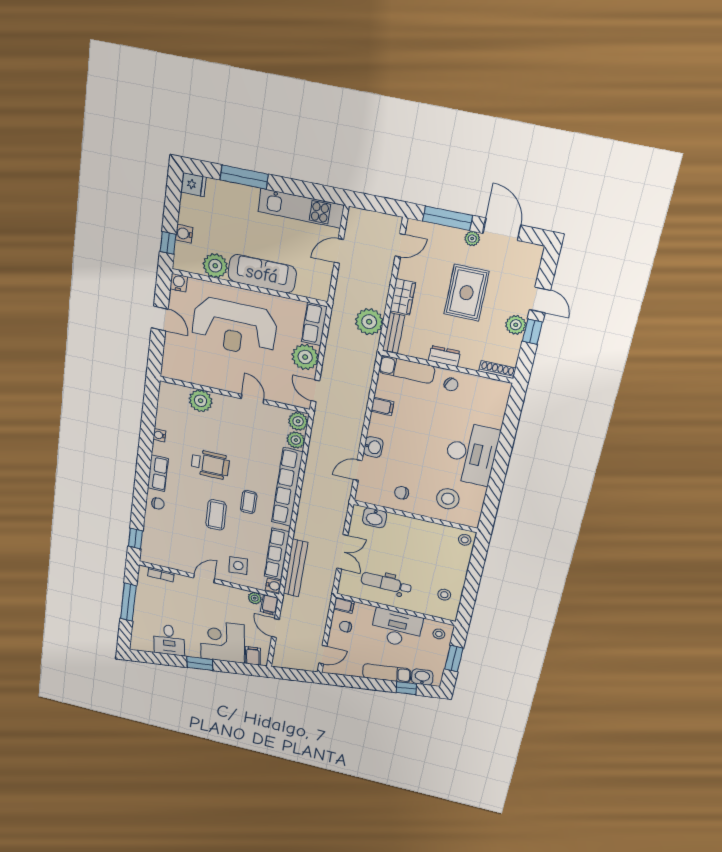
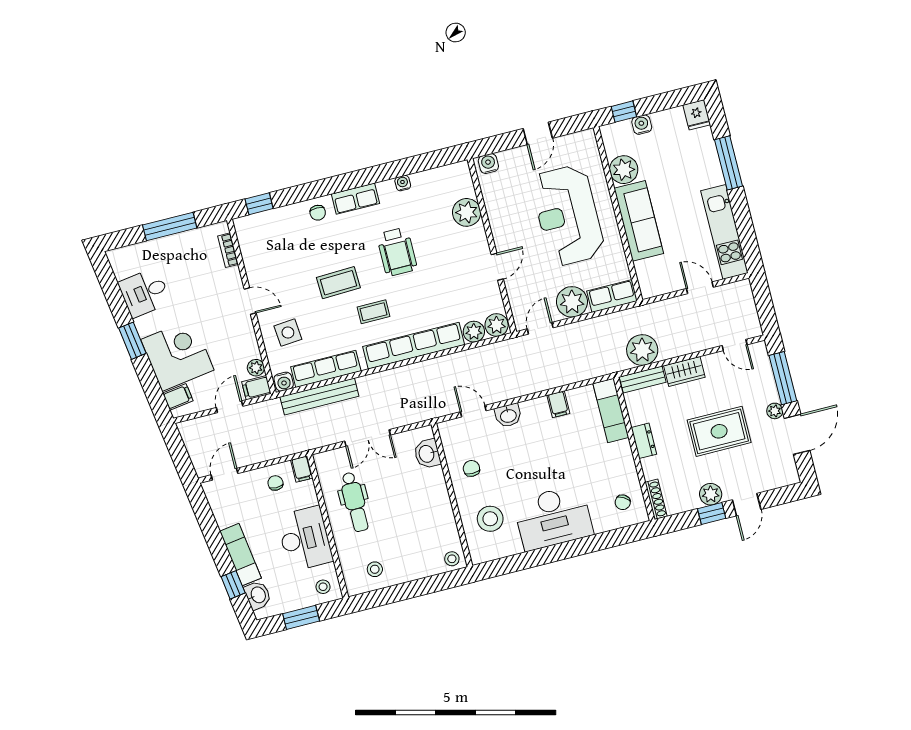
water cooler: (179, 283) -> (488, 164), moved, turned -90
chair: (451, 384) -> (623, 502), moved
dental chair: (386, 583) -> (355, 502), turned 180
door: (323, 655) -> (225, 474), swing flipped

